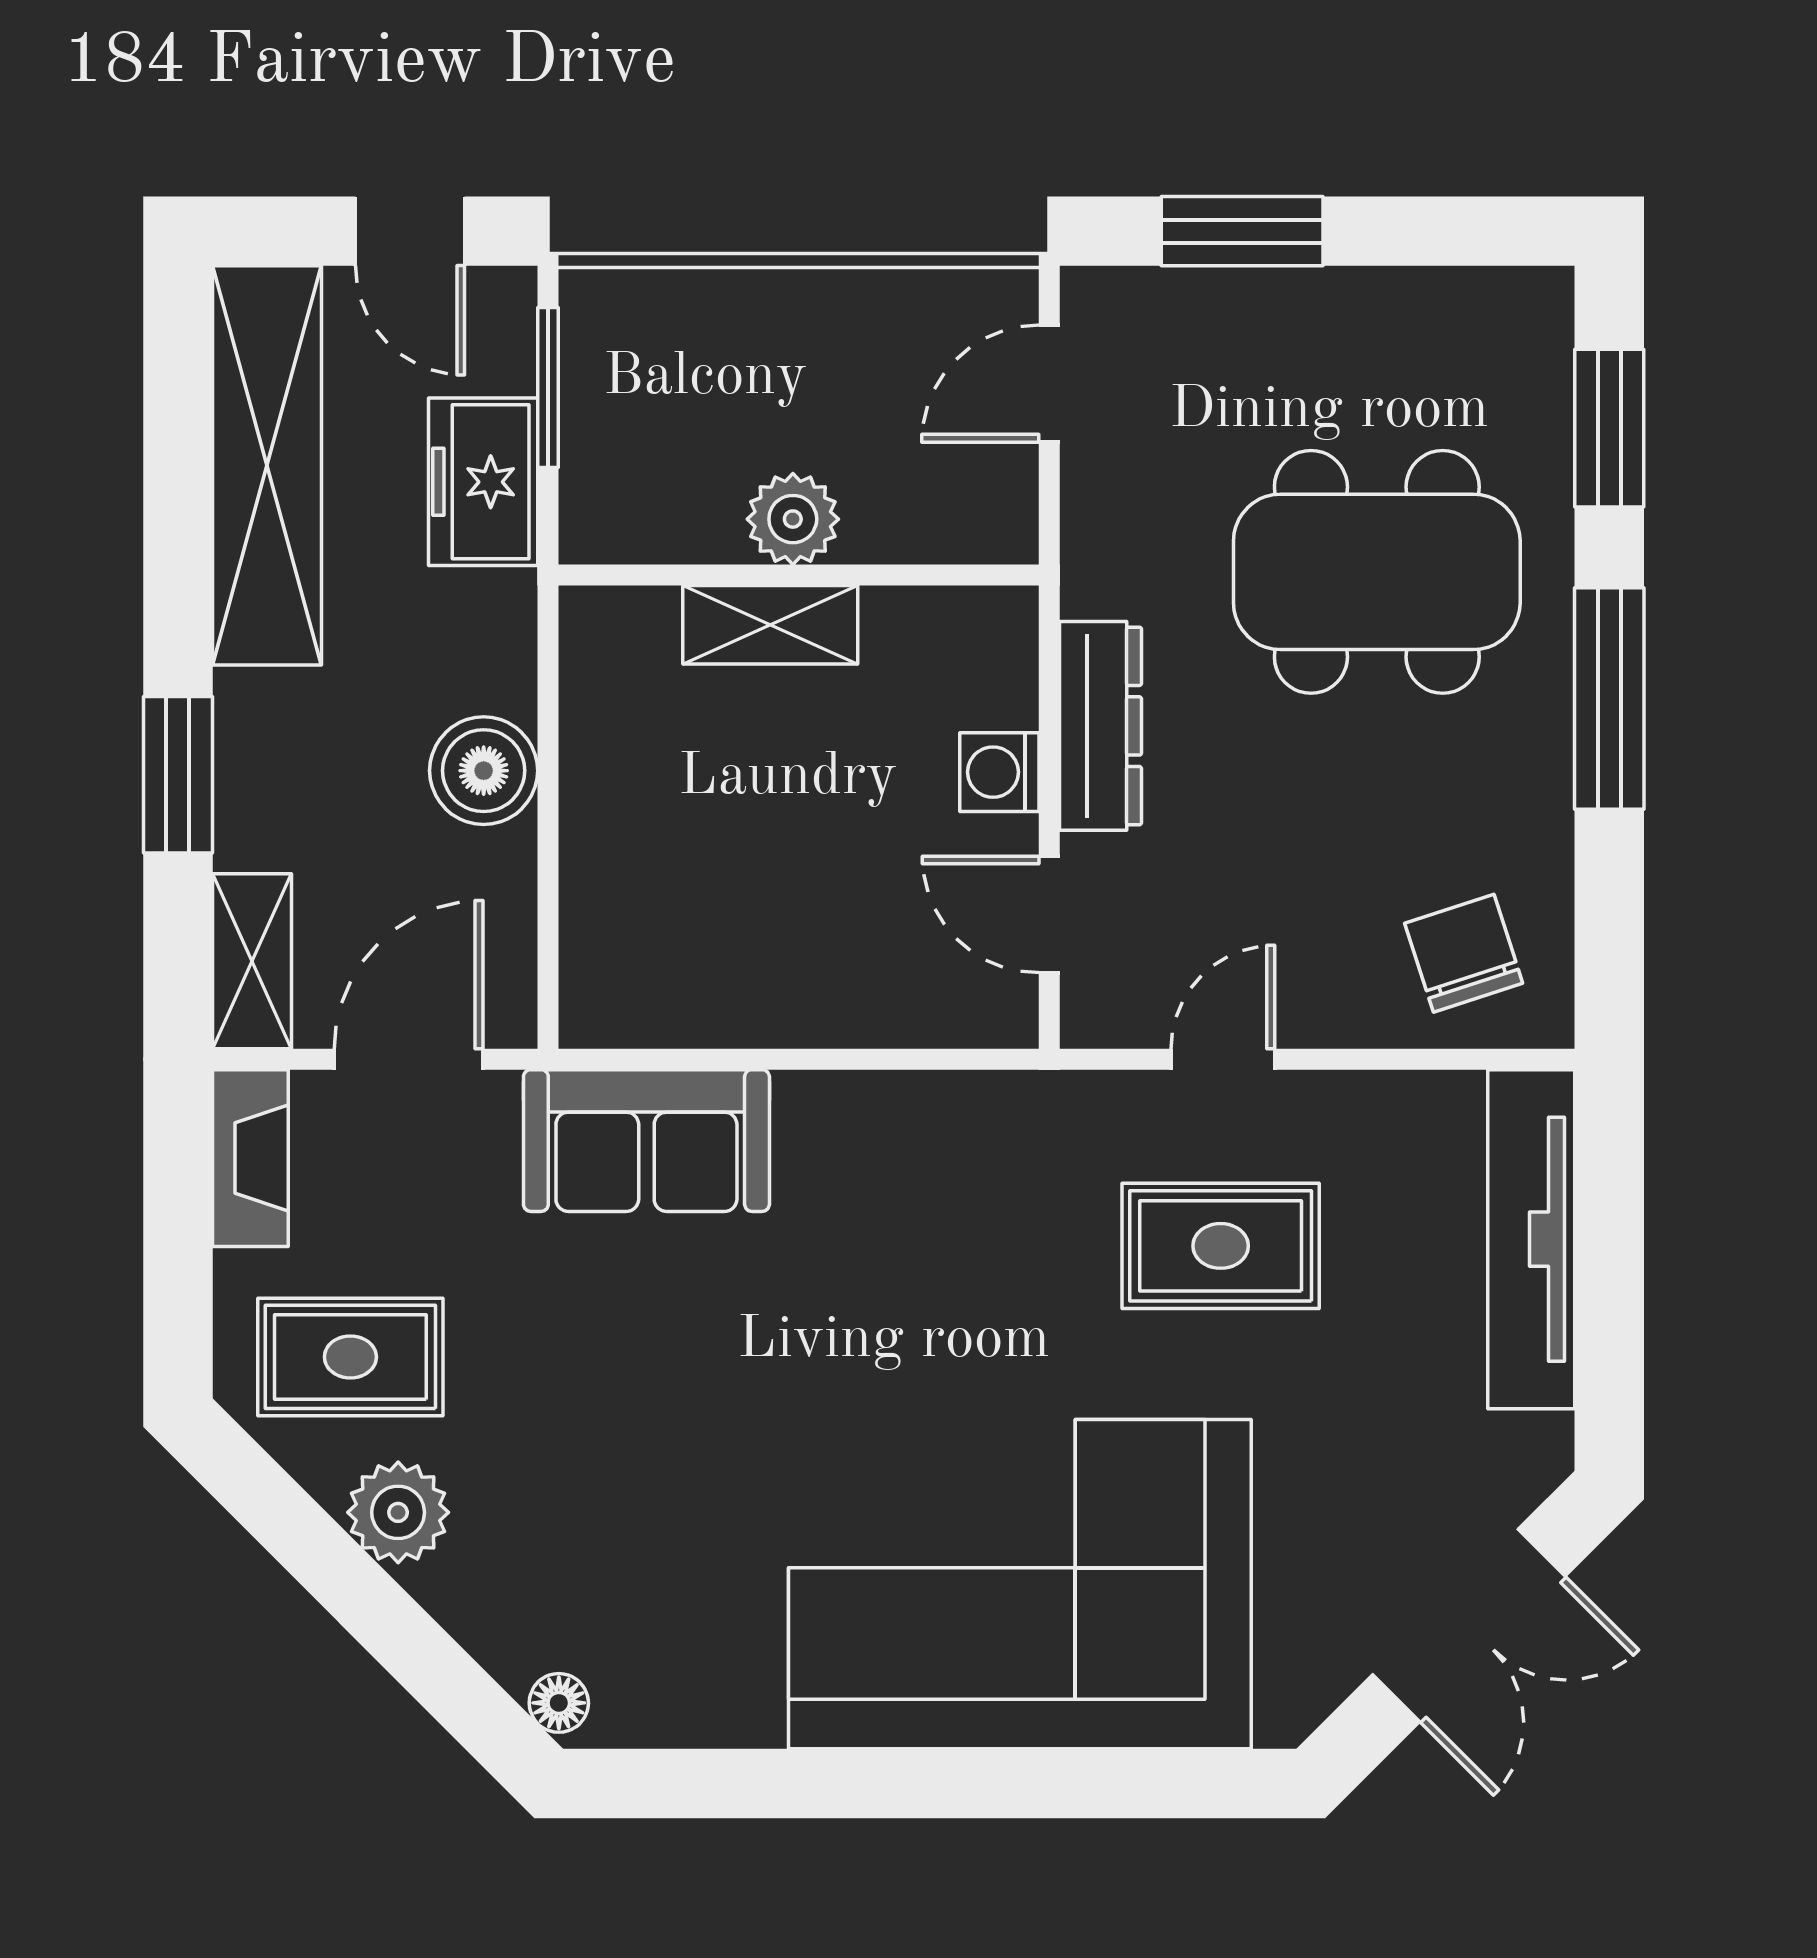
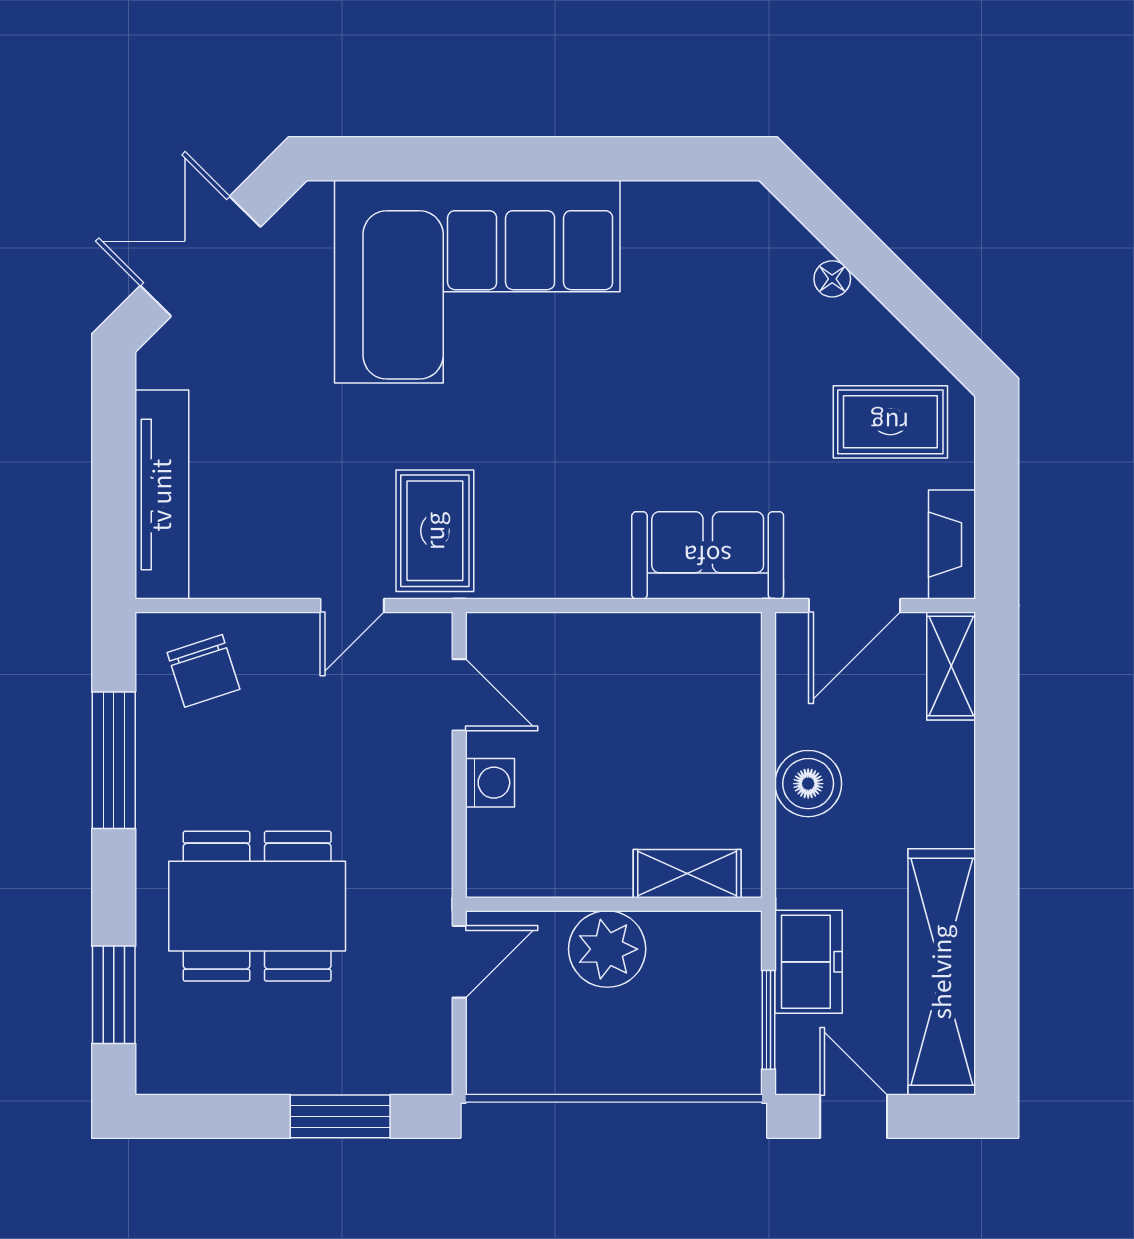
door: (1049, 384) -> (459, 962), moved
plant: (793, 519) -> (607, 949), width x1.36, depth x1.36
shelving: (770, 625) -> (687, 874), moved
window: (1609, 699) -> (114, 760), moved
dresser: (1100, 726) -> (428, 811), removed
window: (178, 775) -> (997, 781), removed
rug: (1221, 1246) -> (435, 531), moved, turned 90
plant: (398, 1512) -> (861, 326), removed
floor lamp: (559, 1703) -> (832, 279), moved

